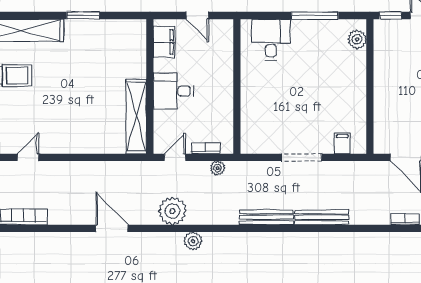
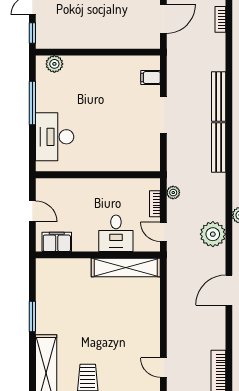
door: (197, 16) -> (32, 211), hinge flipped
desk: (271, 40) -> (55, 137), width x1.37
desk: (173, 91) -> (116, 233), moved

